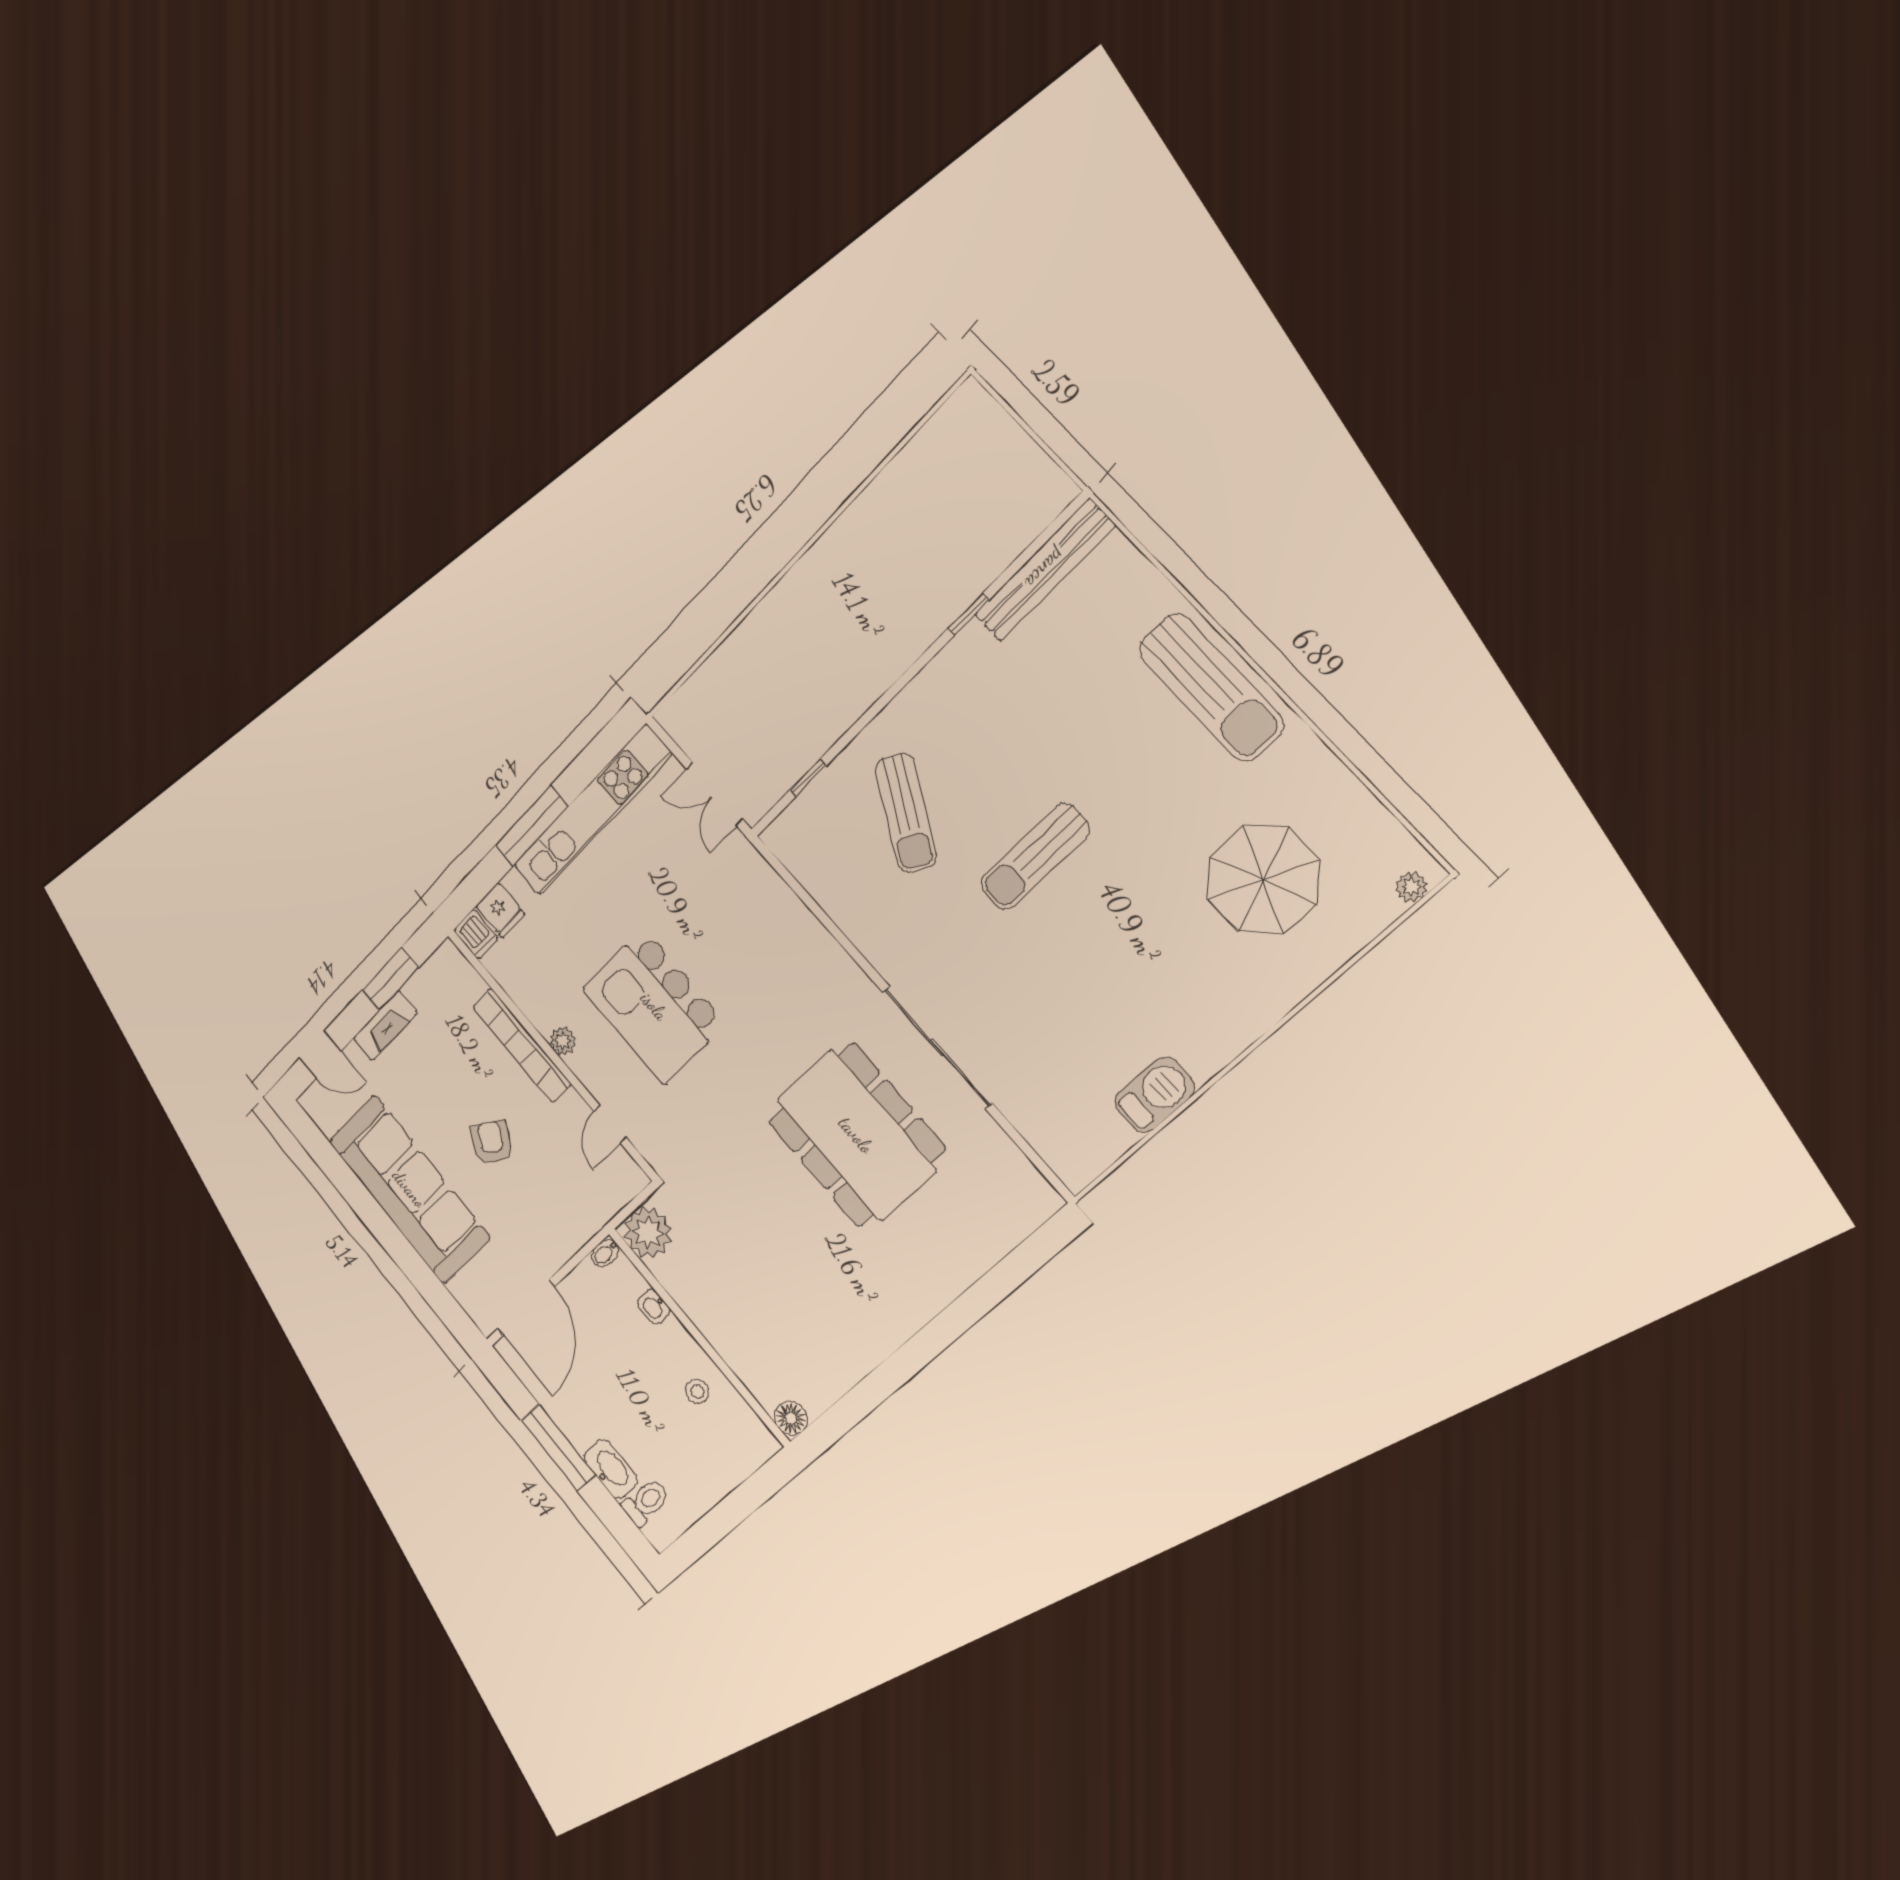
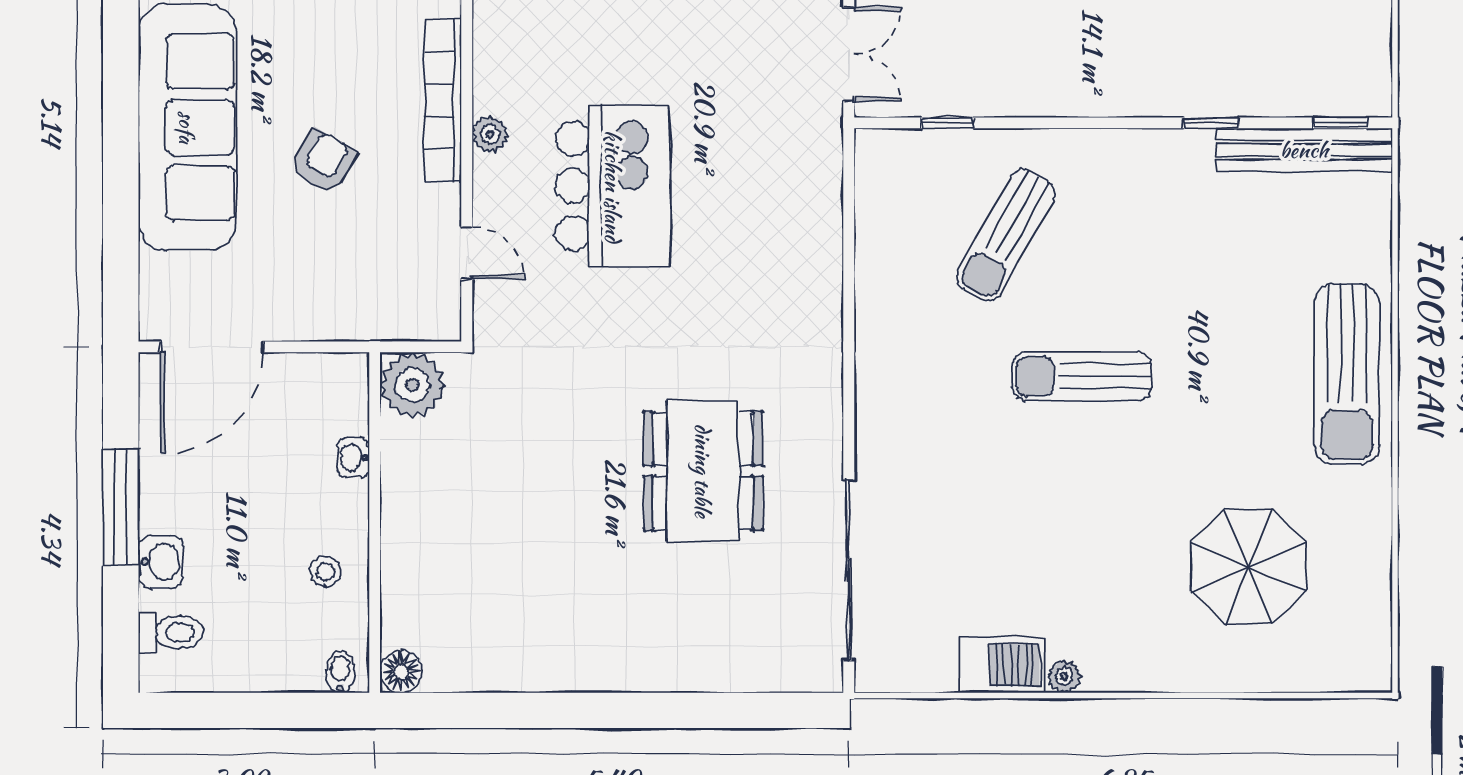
window: (1052, 529) -> (1340, 123), added
double door: (714, 794) -> (849, 54), swing flipped
plant: (1411, 887) -> (1064, 676), moved
kitchen island: (654, 1006) -> (613, 186), turned 180
sliding door: (937, 1047) -> (849, 570), moved
door: (610, 1124) -> (467, 253), swing flipped
dining table: (856, 1135) -> (703, 471), width x0.73, depth x0.80
bidet: (605, 1253) -> (340, 672), moved, turned 90
washbasin: (611, 1469) -> (161, 562), width x0.72

